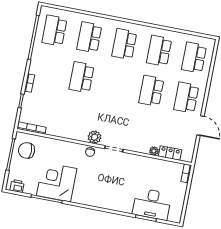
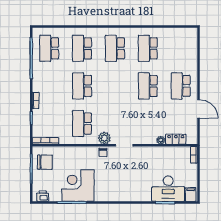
school desk: (194, 58) -> (82, 124), moved
chair: (27, 150) -> (45, 162), turned 180
filing cabinet: (174, 215) -> (191, 195), added

